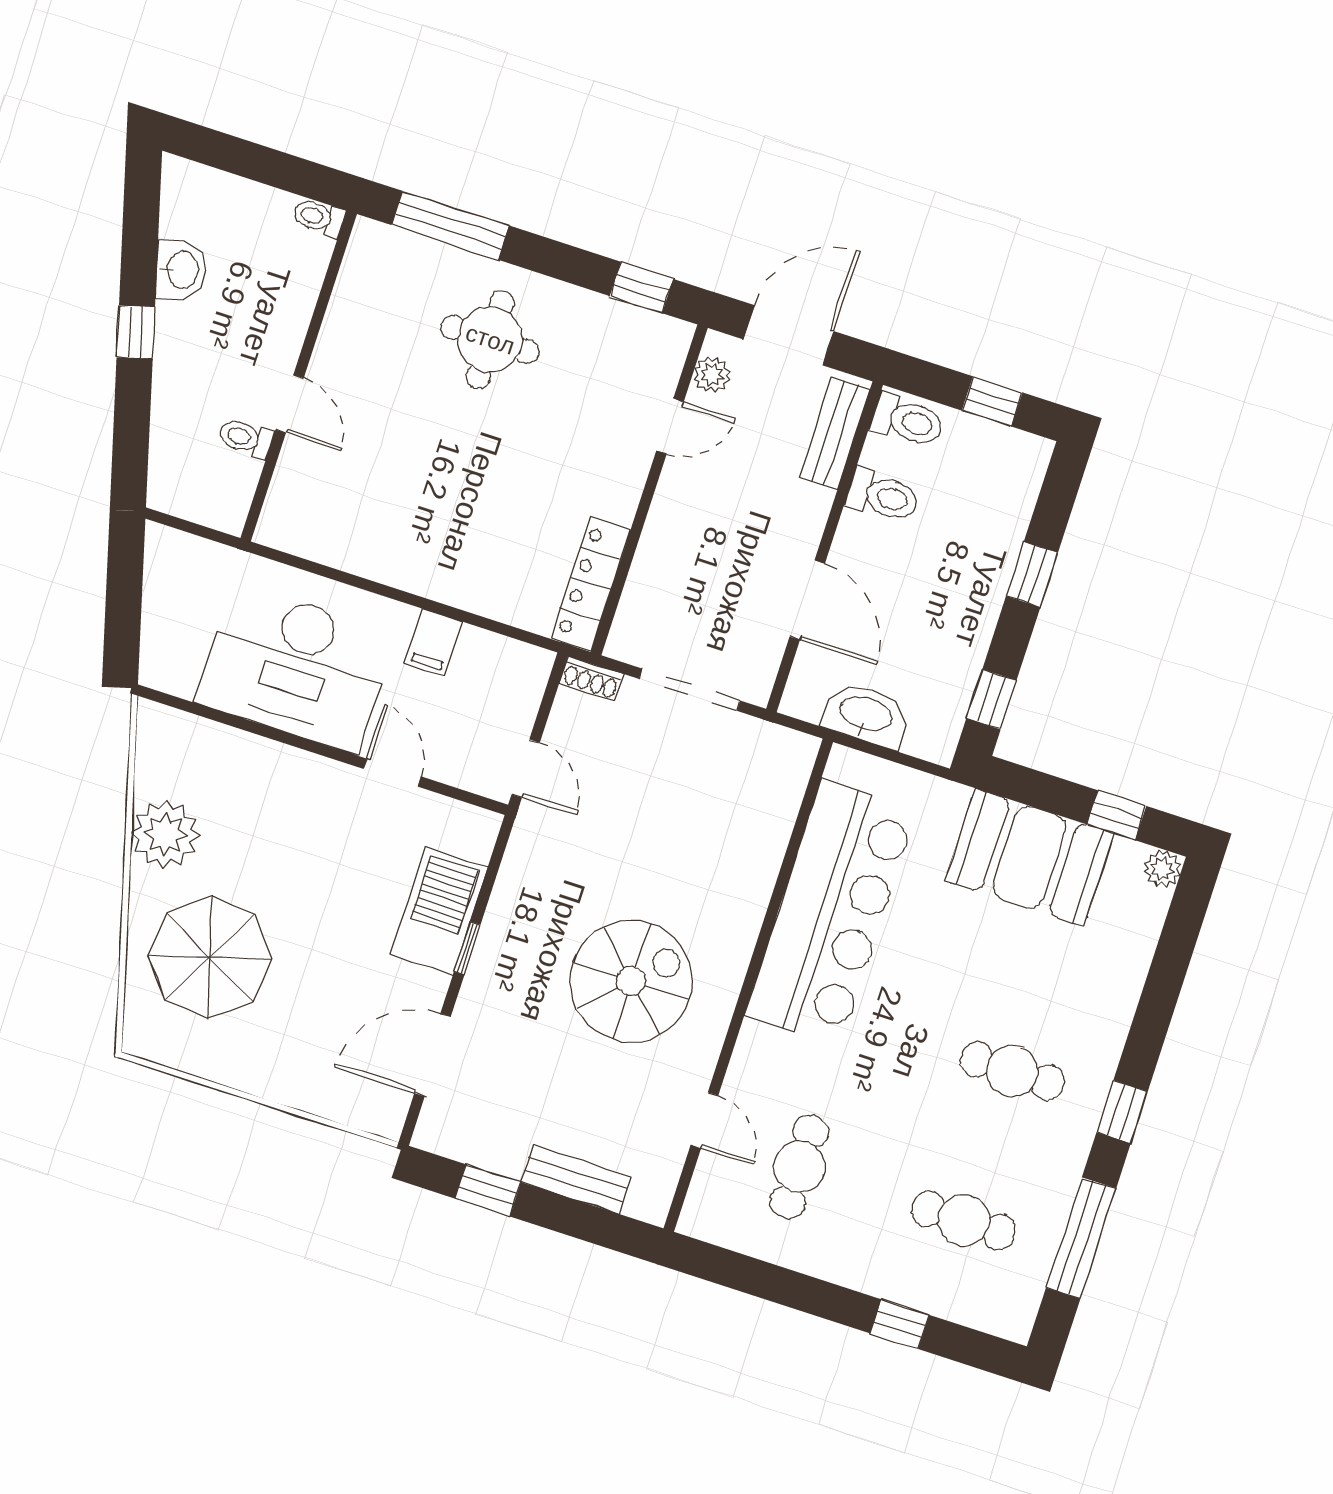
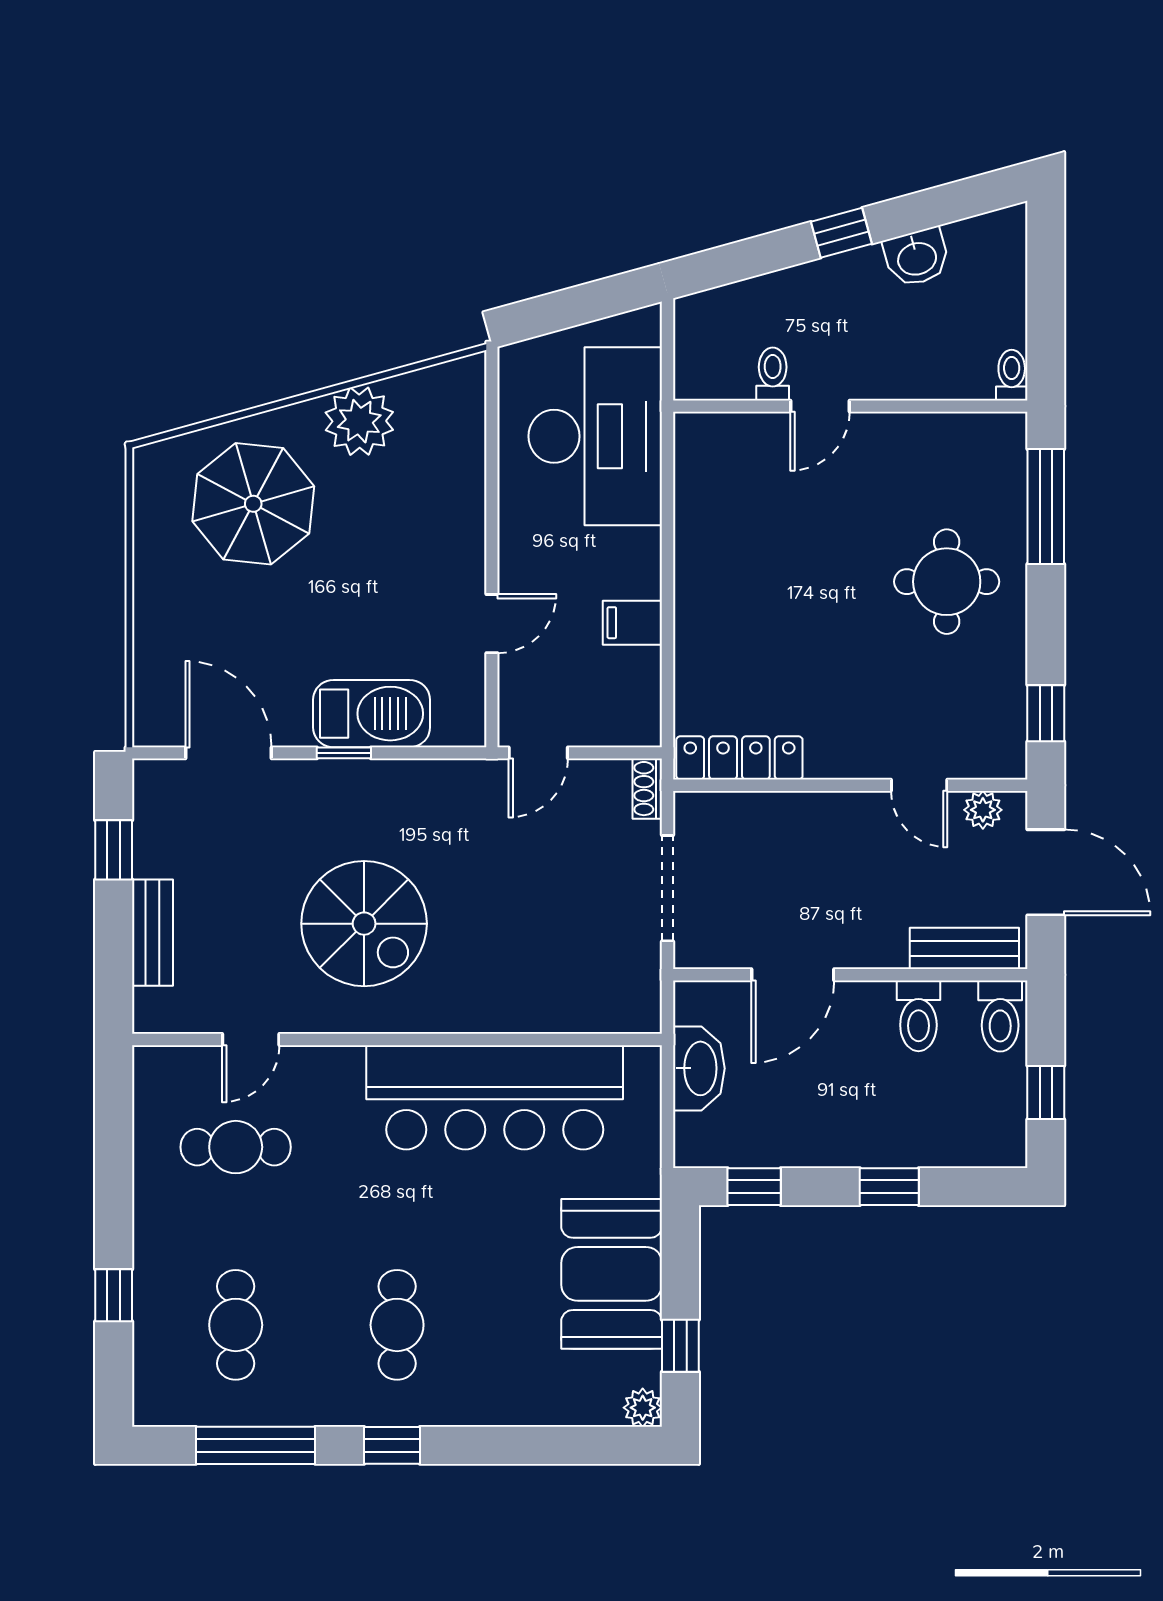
desk: (296, 667) -> (595, 436), moved, turned 180

